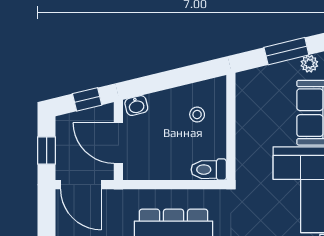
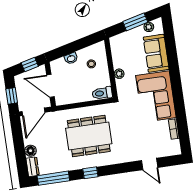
washbasin: (136, 106) -> (71, 58), moved
plant: (244, 139) -> (119, 74), added
door: (81, 185) -> (33, 112), hinge flipped

